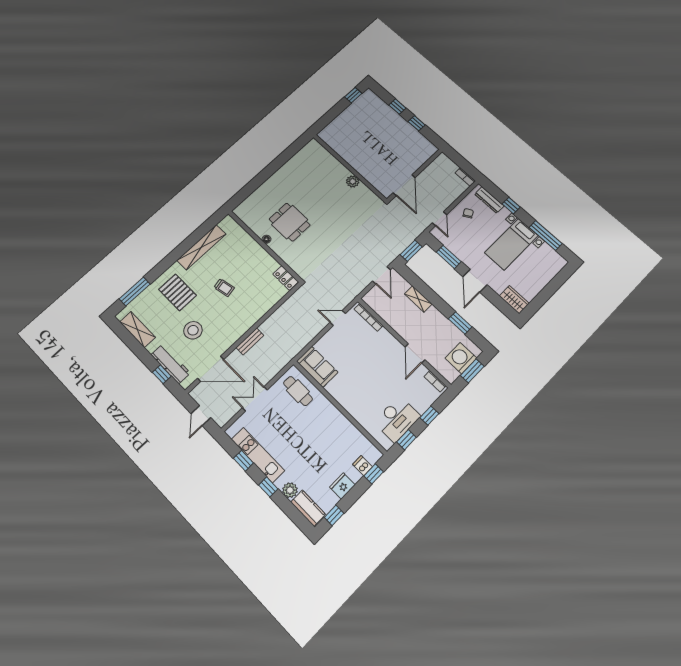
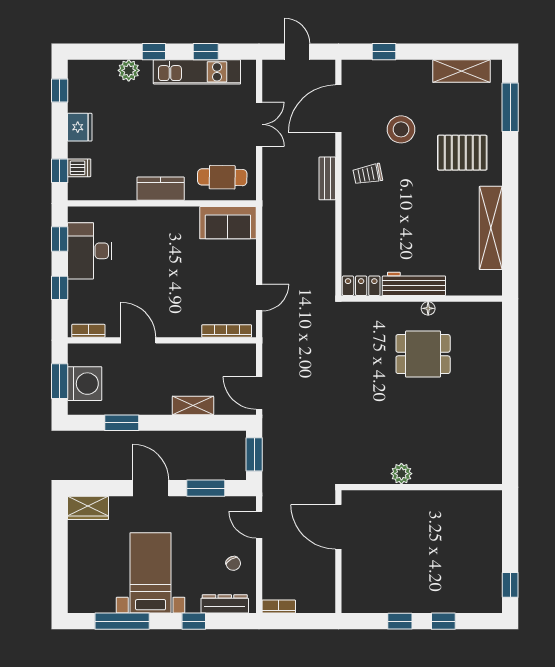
trolley: (224, 288) -> (368, 174), moved
workbench: (171, 364) -> (414, 284), moved, turned 180
kitchen counter: (308, 508) -> (161, 189), moved, turned 180

